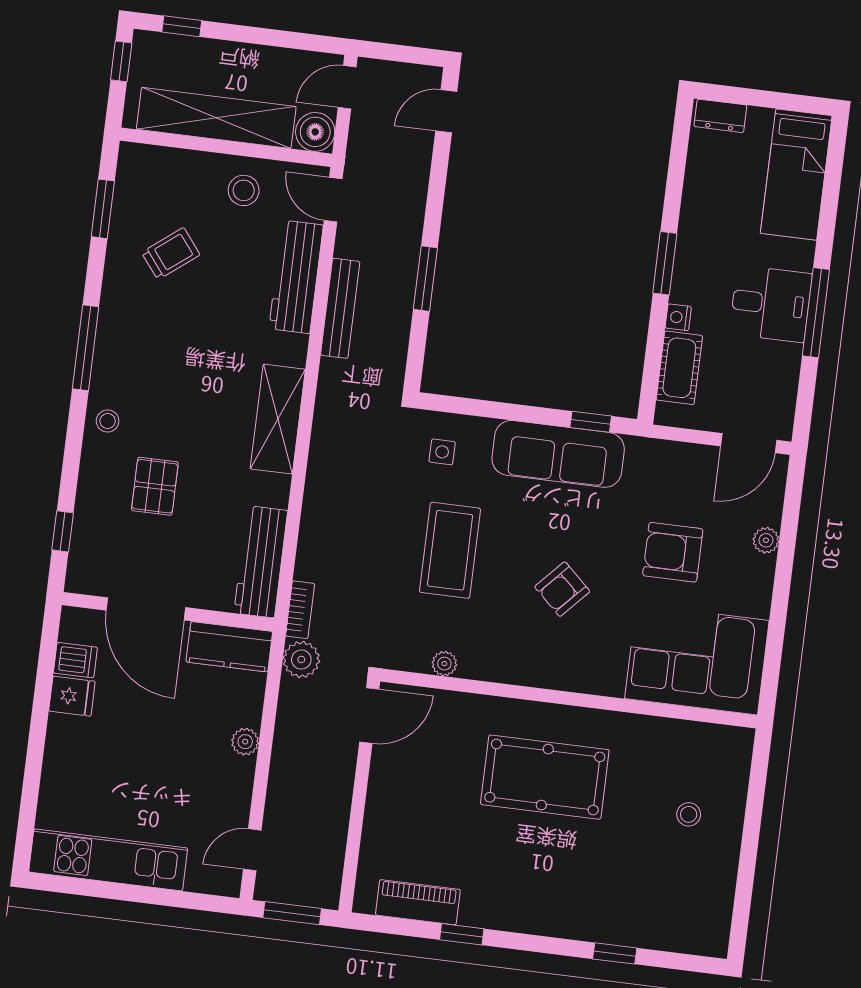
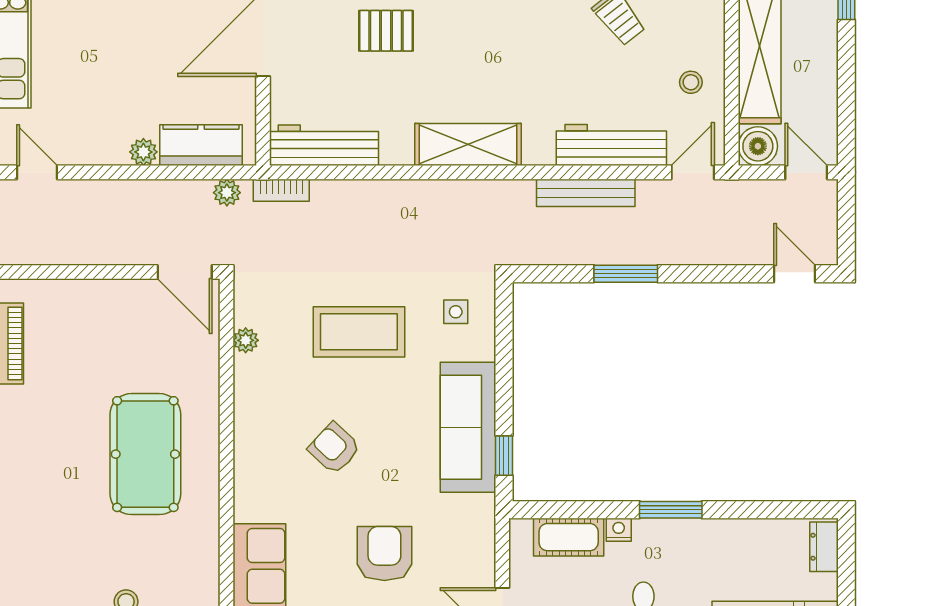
stool: (244, 190) -> (691, 82), width x0.73, depth x0.73
kitchen counter: (229, 647) -> (201, 145), moved, turned 90
plant: (301, 659) -> (227, 193), width x0.73, depth x0.73

